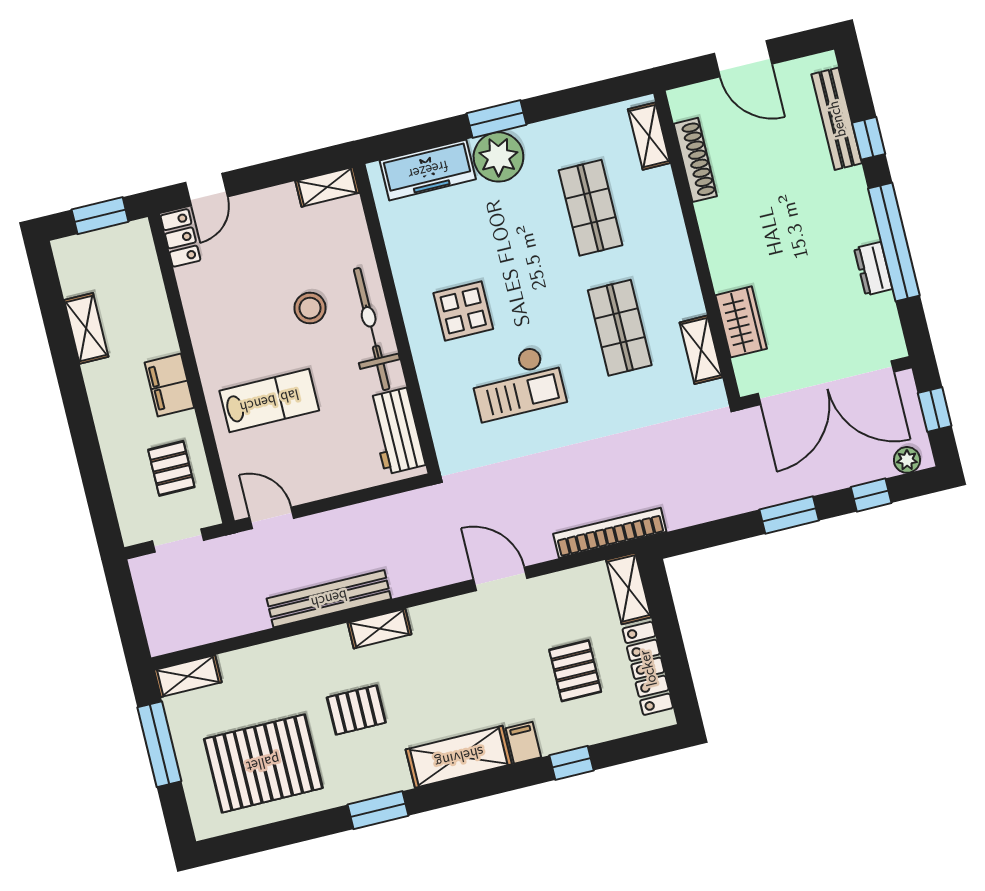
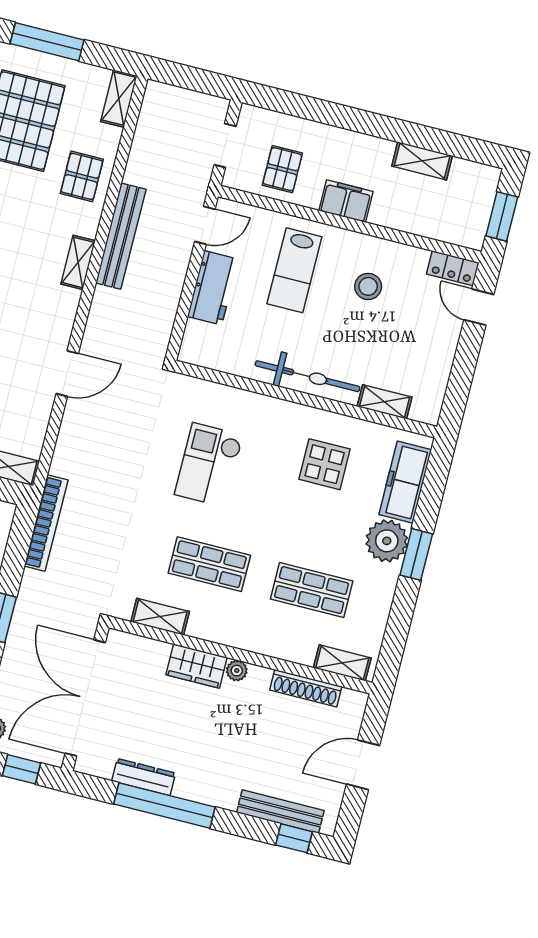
window: (869, 138) -> (294, 838), moved
shelving: (327, 187) -> (385, 402), moved, turned 90
plant: (715, 241) -> (237, 671), added
dresser: (873, 269) -> (144, 777), width x1.44
stool: (310, 308) -> (368, 286), moved
display table: (463, 311) -> (325, 464), moved
wardrobe: (741, 322) -> (196, 666), moved
workbench: (396, 431) -> (213, 288), moved, turned 90
pallet: (171, 468) -> (282, 169), turned 90
bookcase: (610, 533) -> (46, 523), moved
pallet: (356, 710) -> (82, 176), moved
window: (159, 744) -> (47, 42), moved

